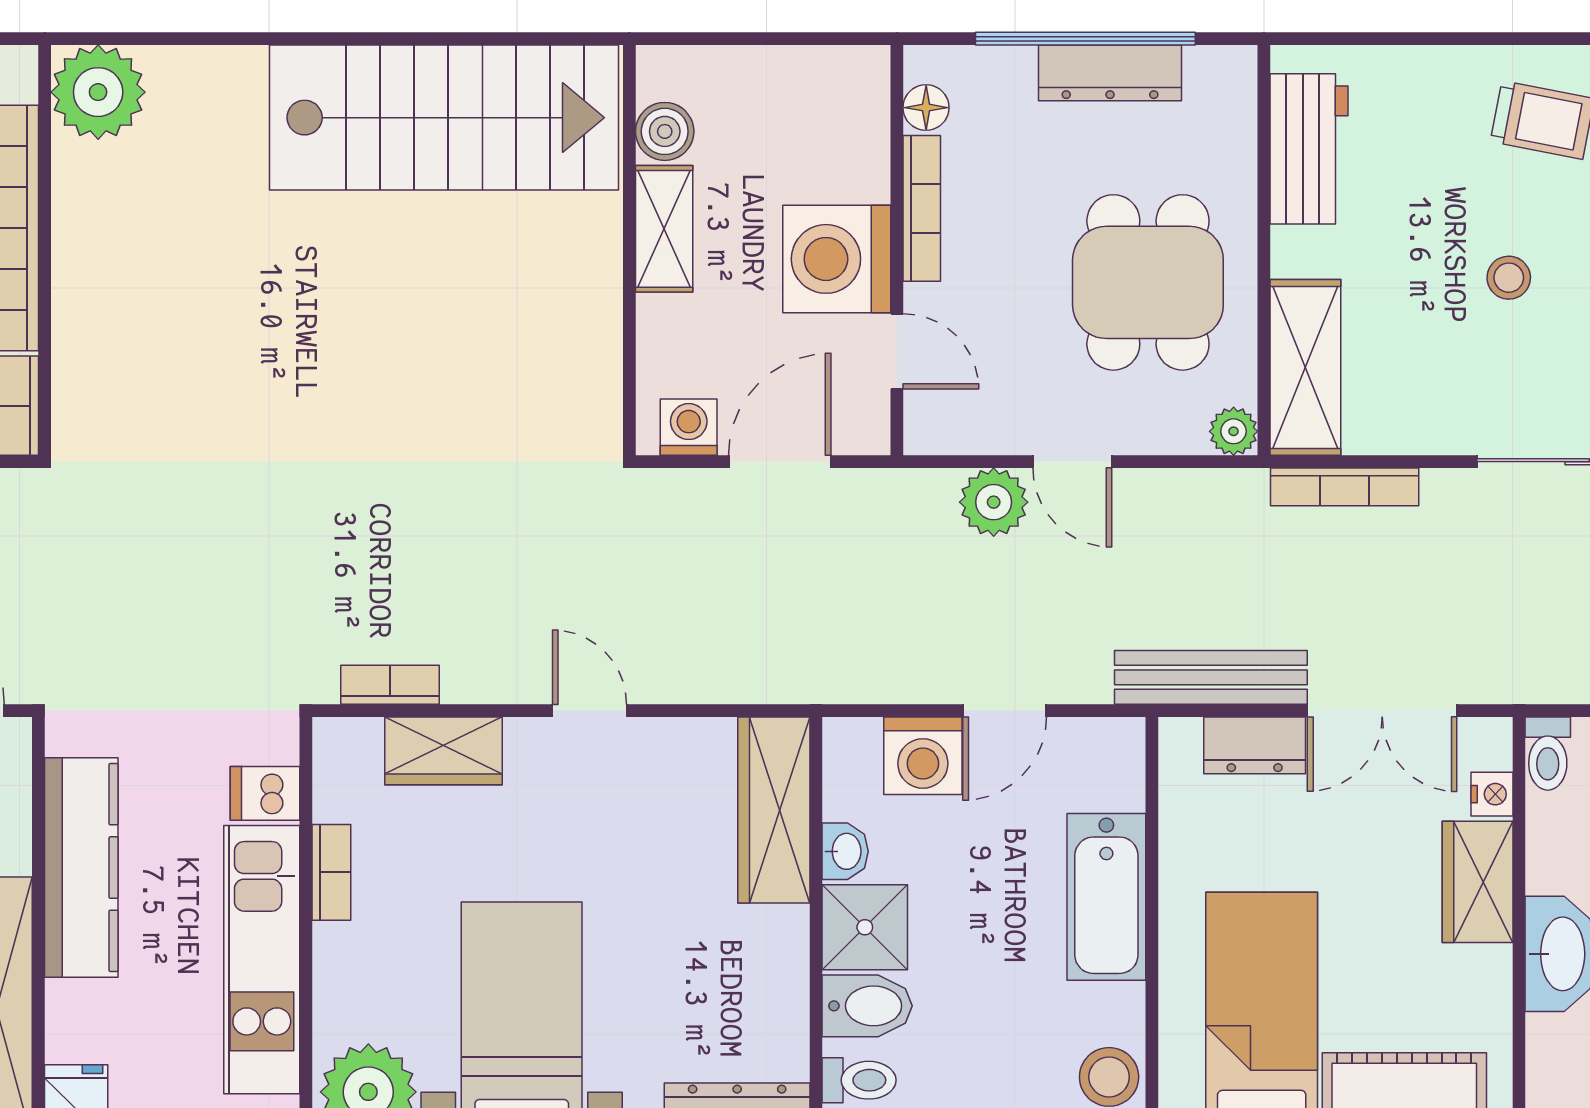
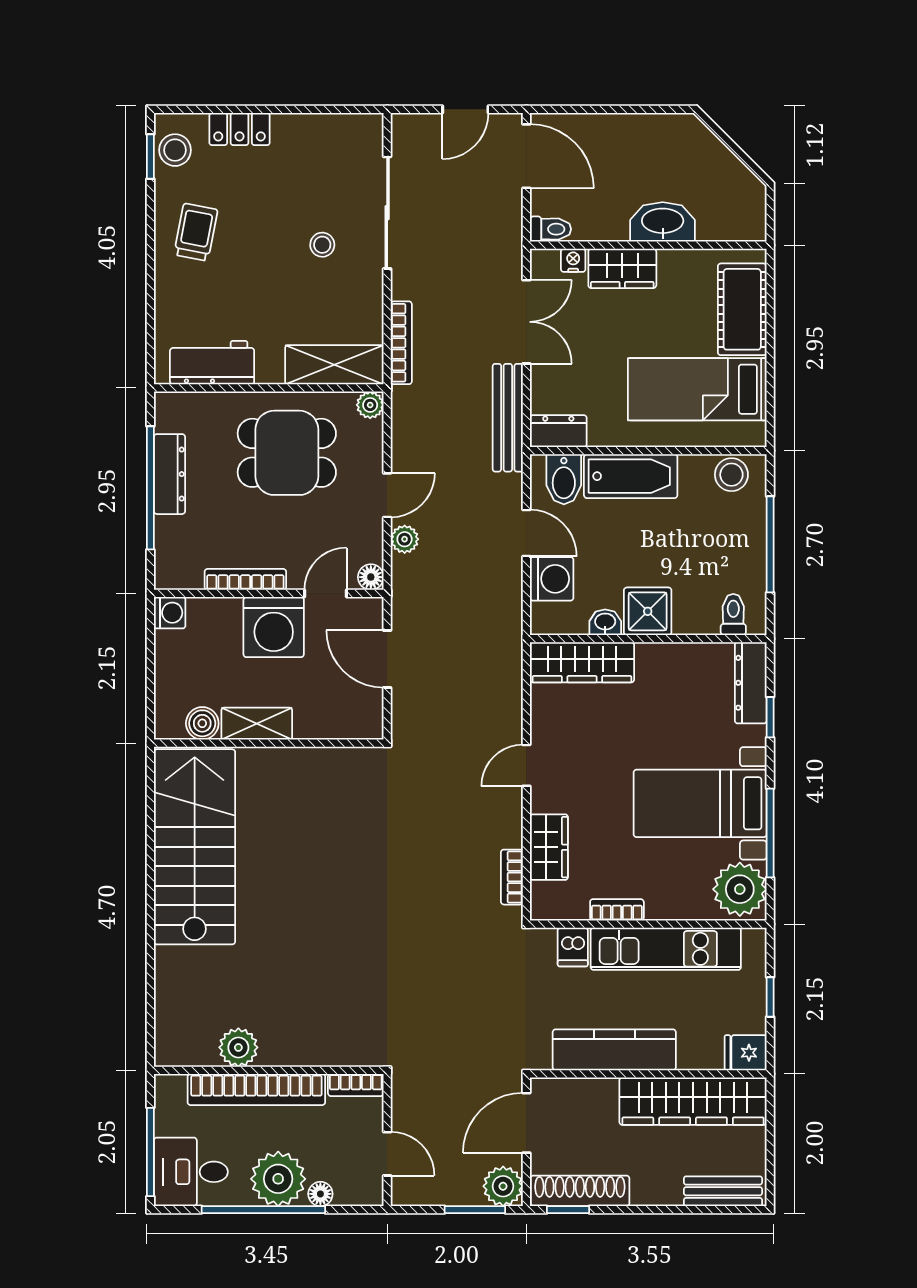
plant: (98, 92) -> (238, 1047), moved, width x0.73, depth x0.73
floor lamp: (926, 108) -> (371, 577), moved
stool: (1509, 278) -> (322, 245), moved
washing machine: (689, 427) -> (170, 613), moved, turned 180
plant: (994, 502) -> (405, 539), width x0.73, depth x0.73
dresser: (1255, 745) -> (558, 431), moved, turned -90
bidet: (867, 1006) -> (564, 479), moved, turned 180

